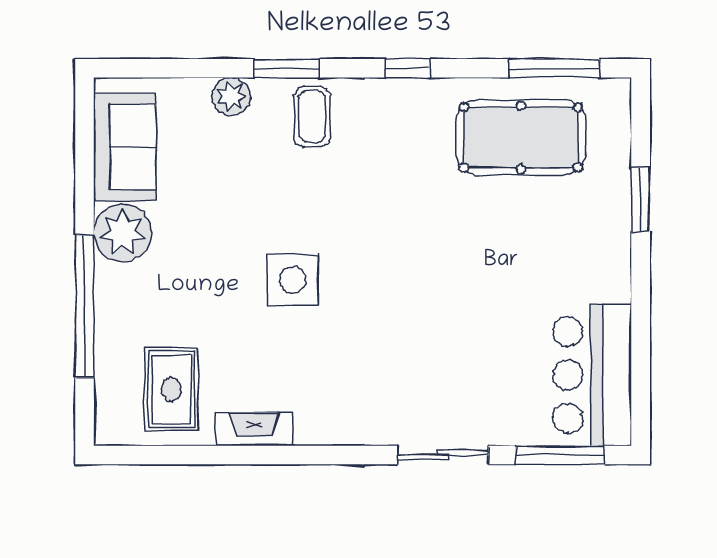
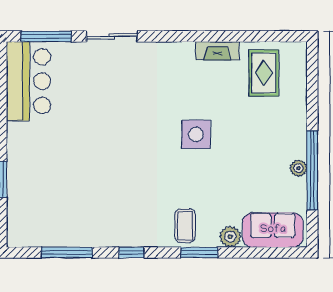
window: (554, 68) -> (67, 253), moved
pool table: (521, 137) -> (68, 214), removed
sofa: (125, 147) -> (273, 230), moved, turned 90
plant: (123, 233) -> (298, 168), width x0.53, depth x0.53
window: (85, 306) -> (312, 171), moved

